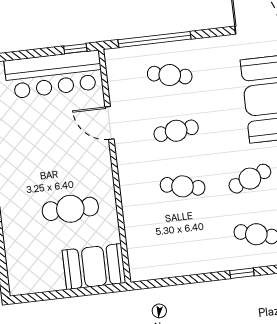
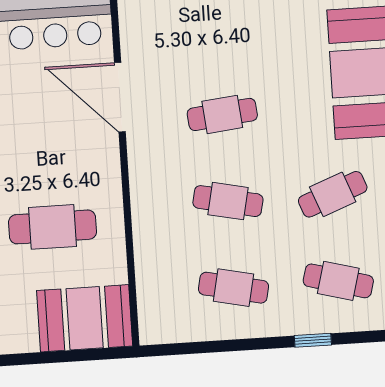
cafe table: (170, 75) -> (233, 288), moved
door: (110, 123) -> (120, 97), width x1.36

